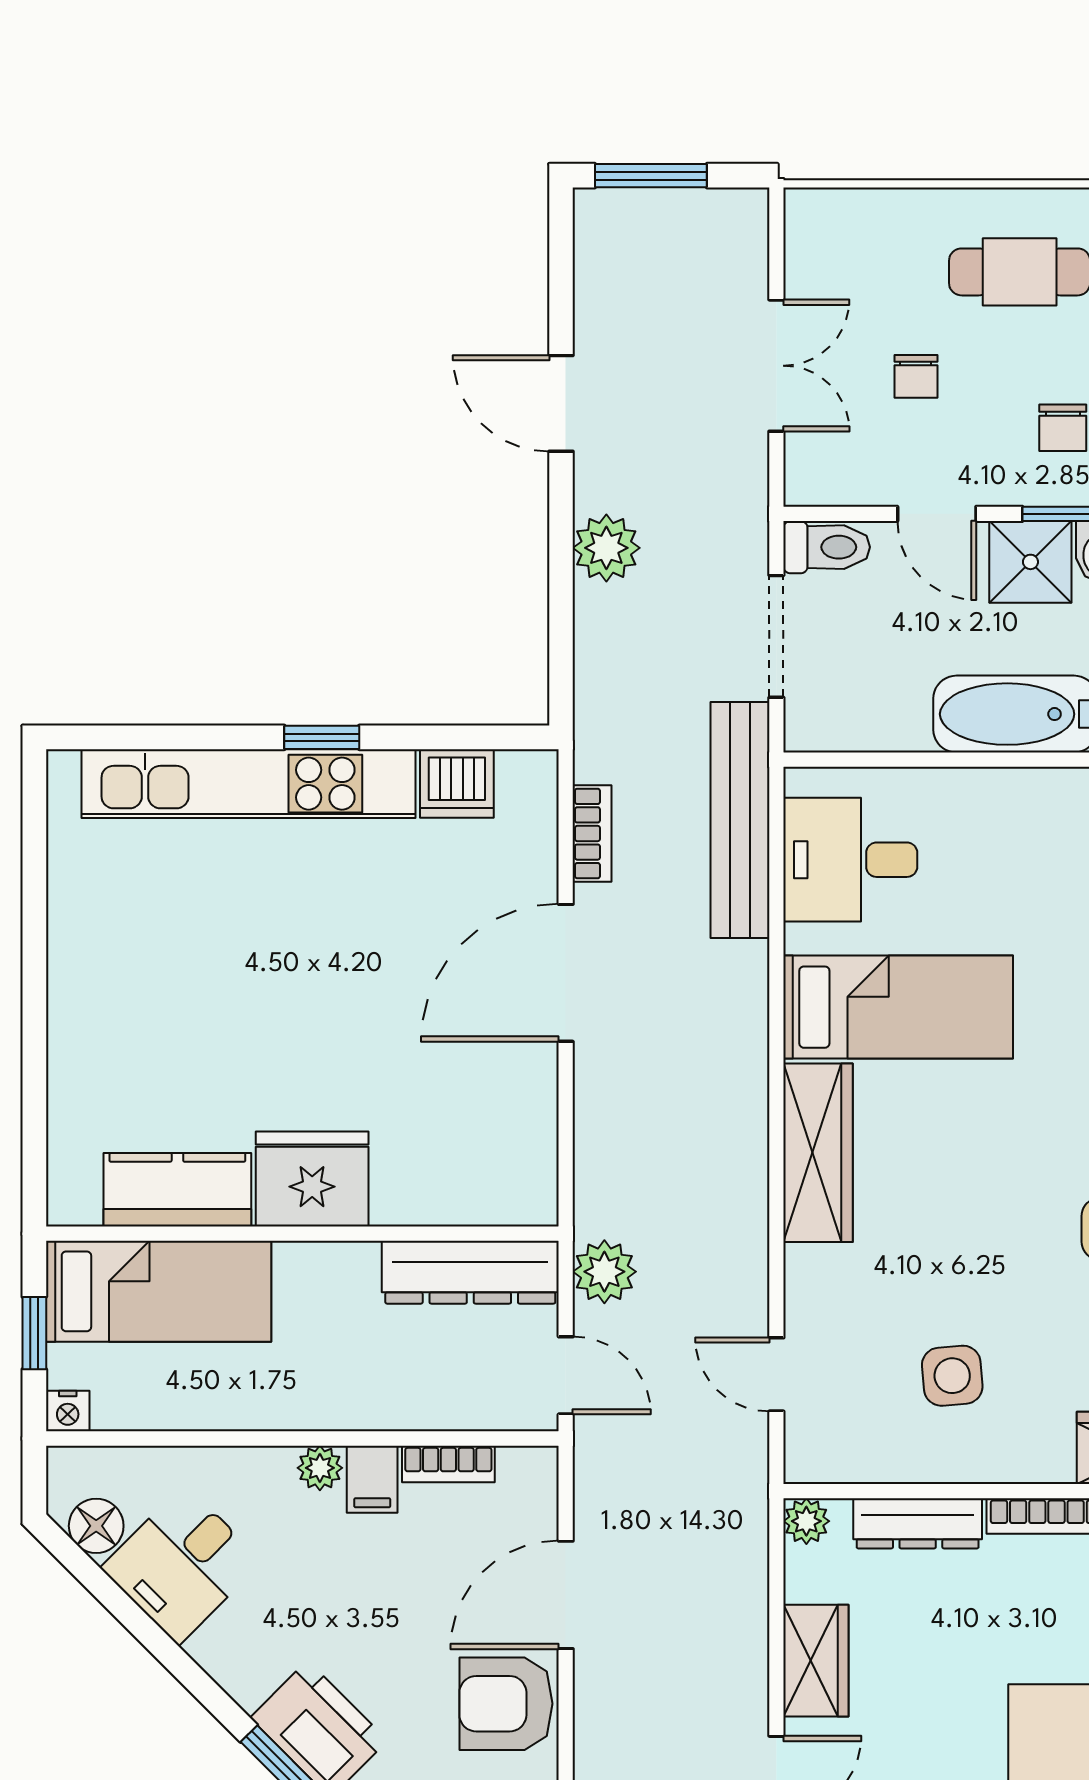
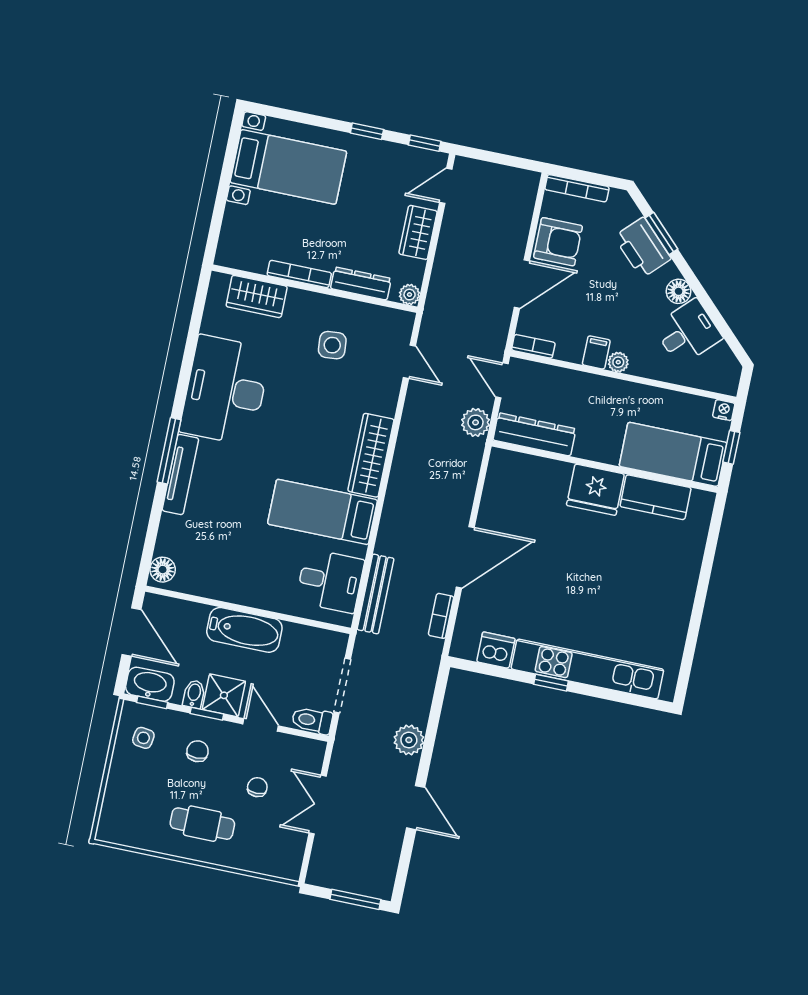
bench: (740, 820) -> (376, 594), width x0.73, depth x0.82
bookcase: (448, 1464) -> (533, 346), moved
floor lamp: (96, 1526) -> (679, 291), moved

